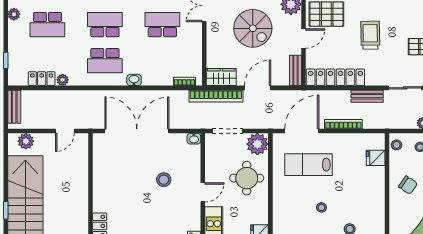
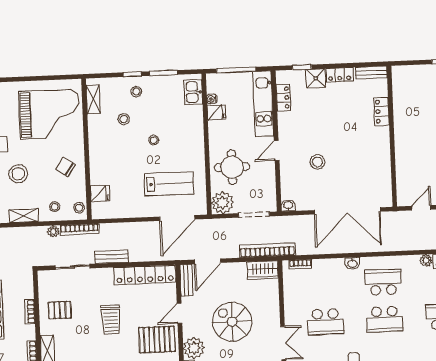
door: (258, 88) -> (207, 261), moved
bookcase: (343, 124) -> (79, 229), moved

